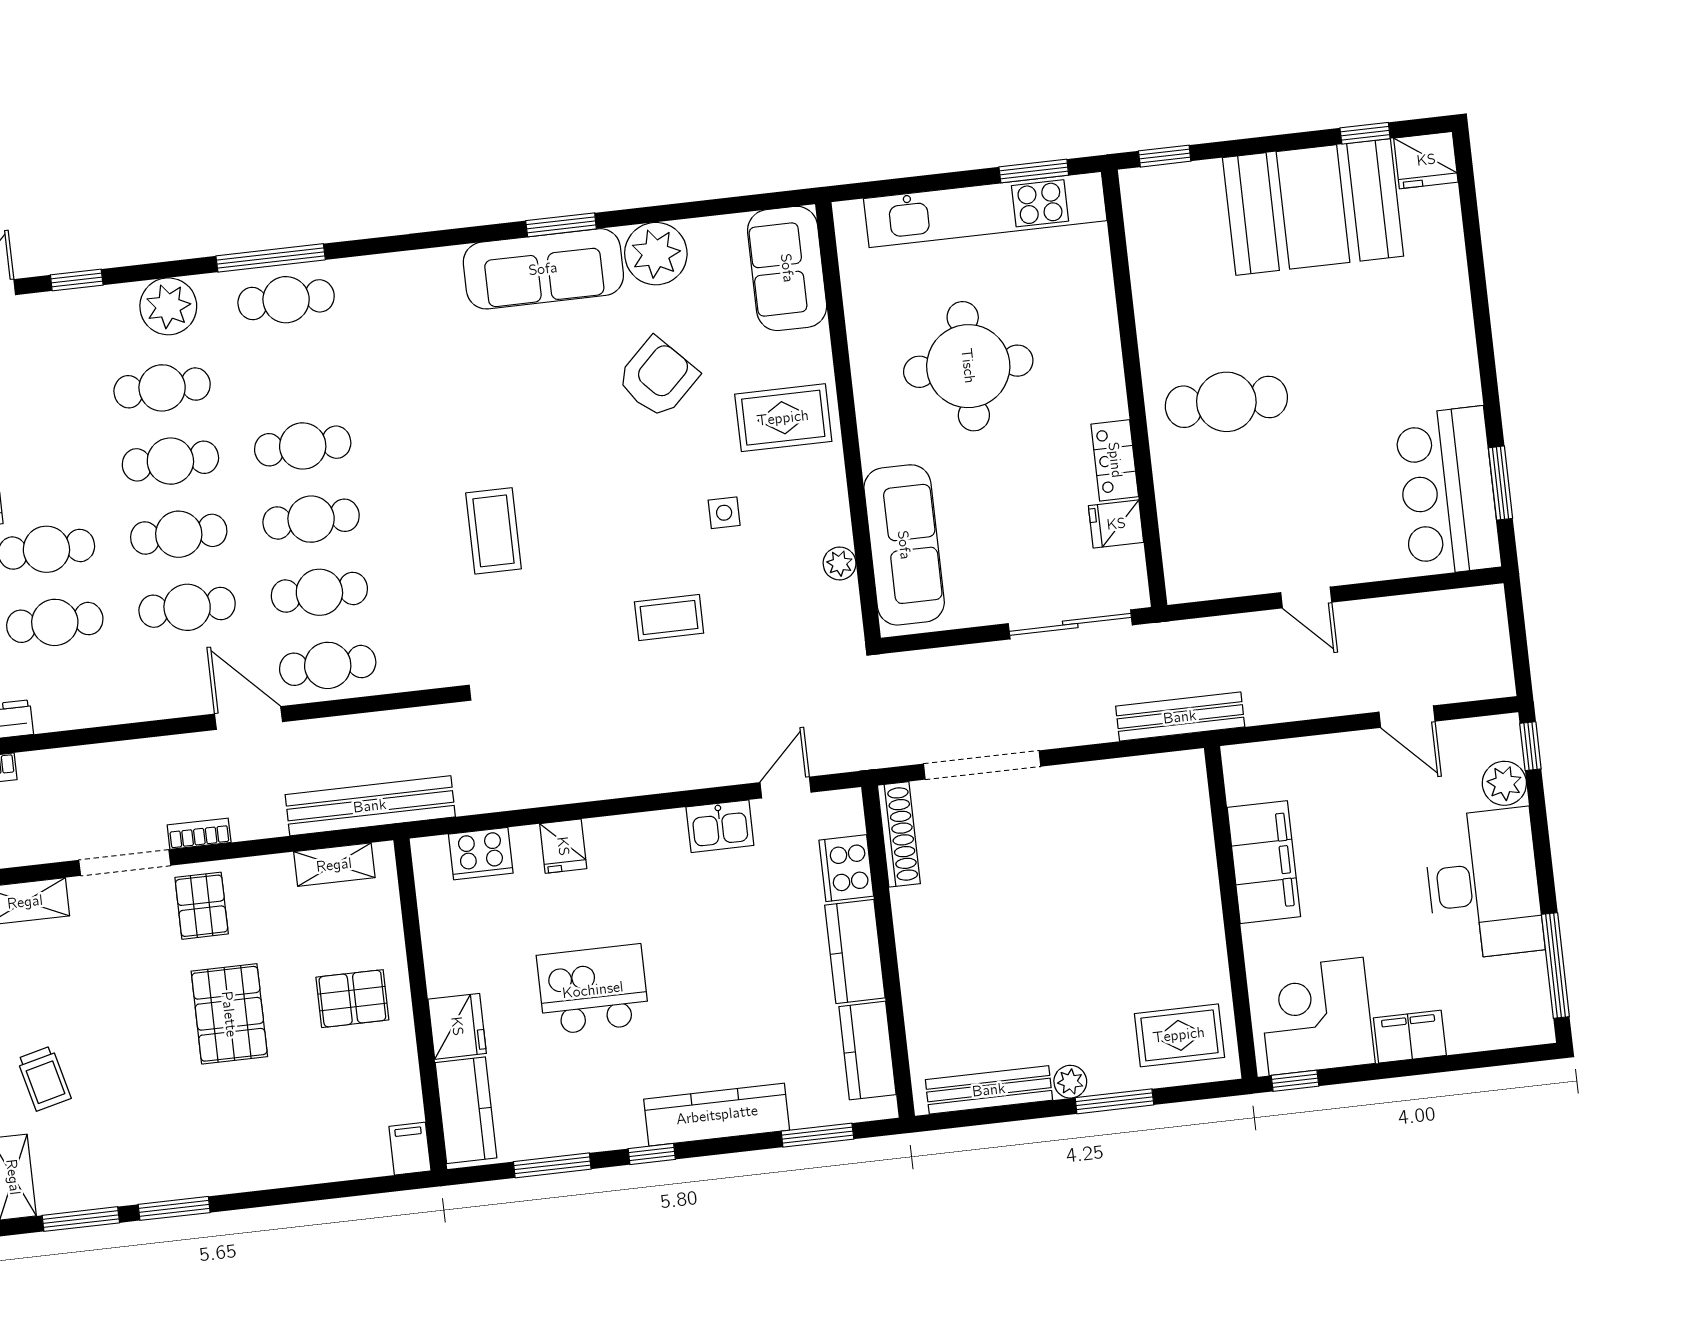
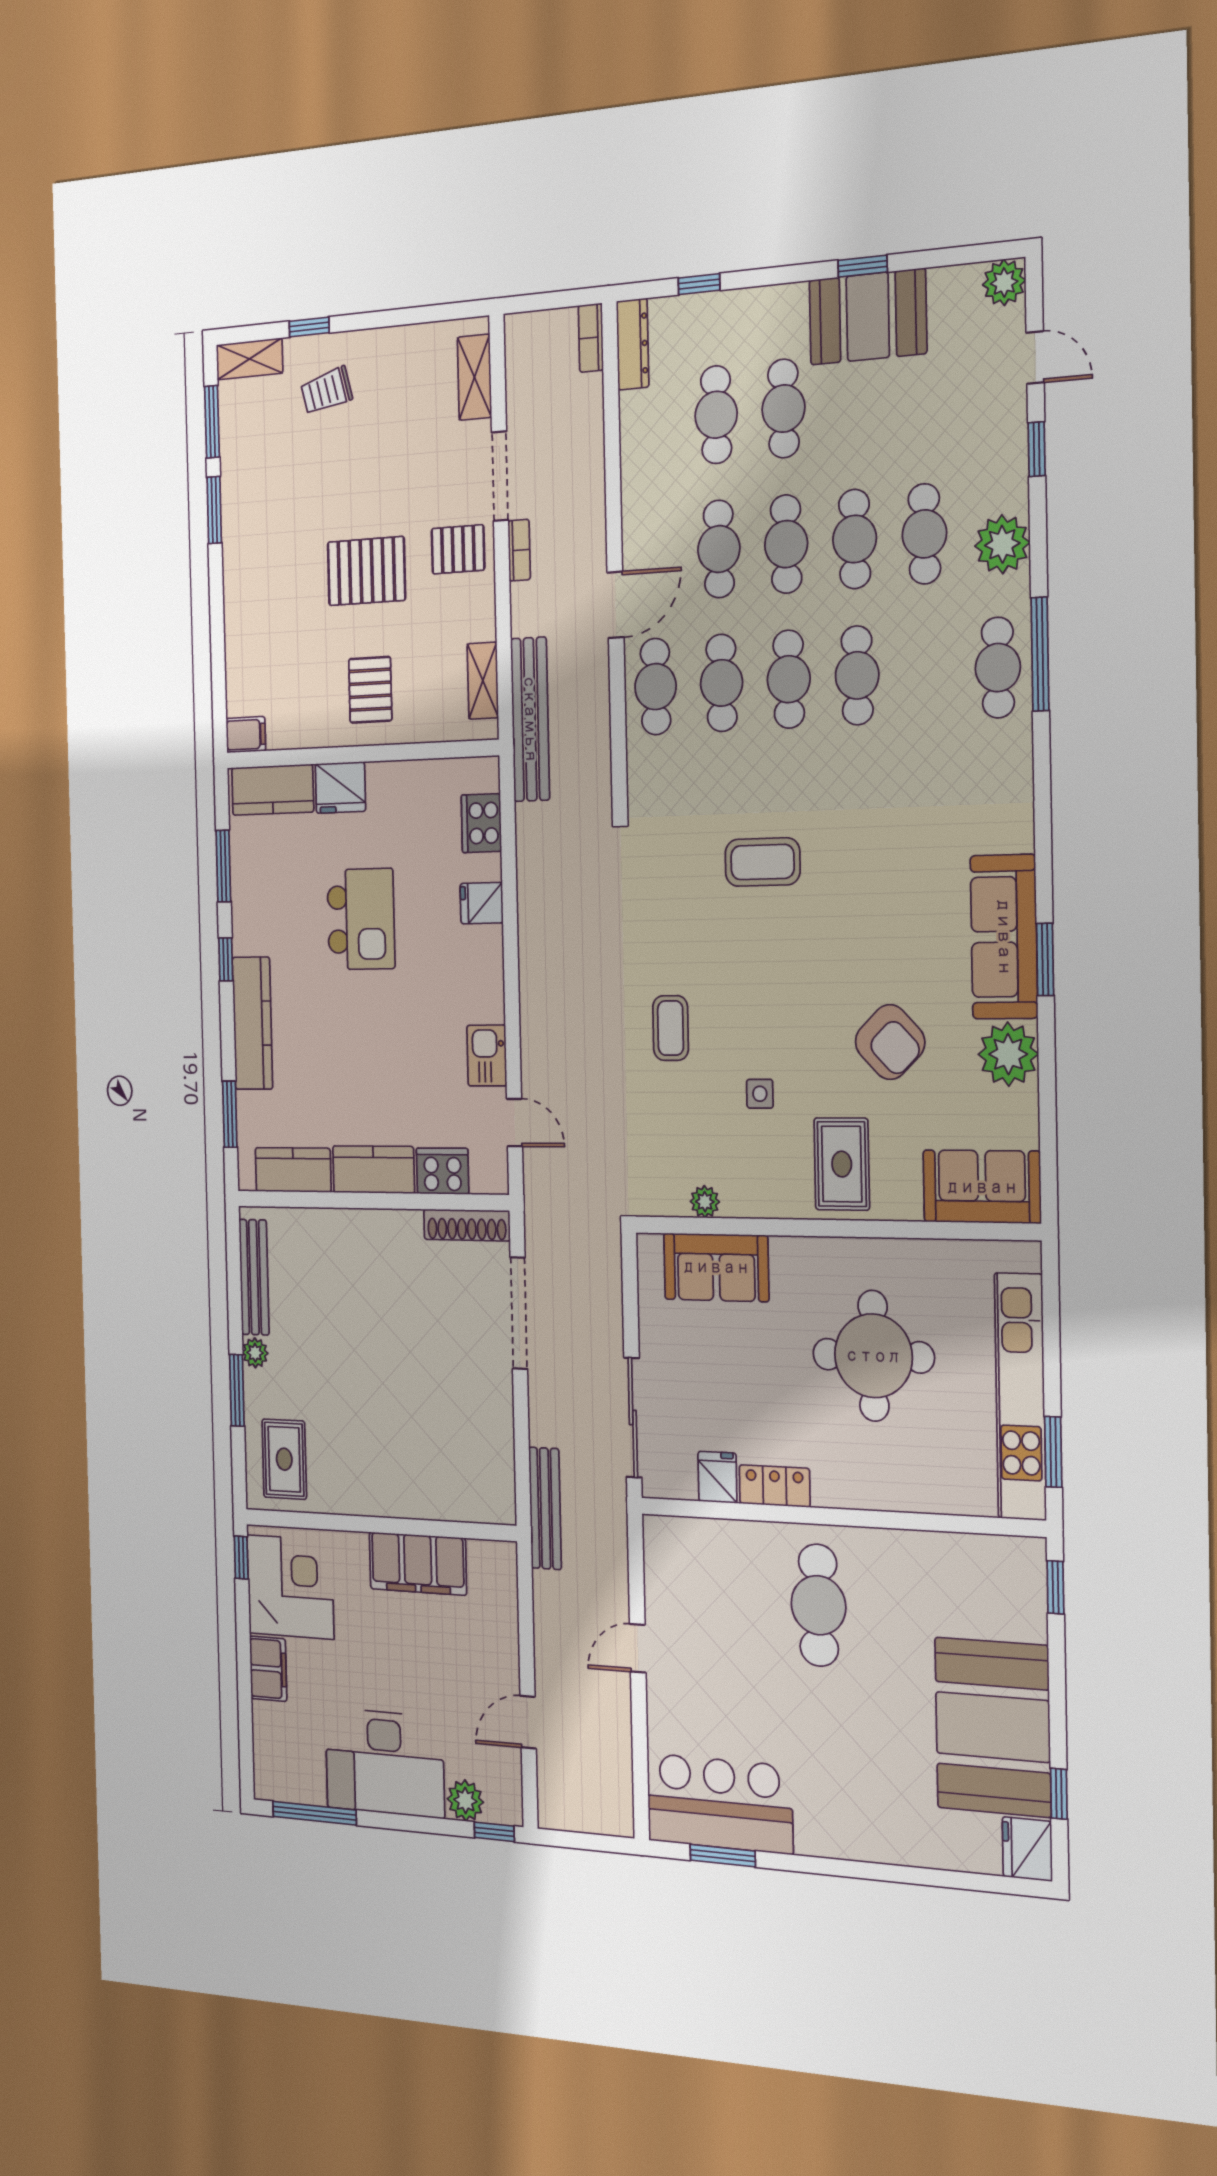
sofa: (904, 545) -> (716, 1267), width x0.73

